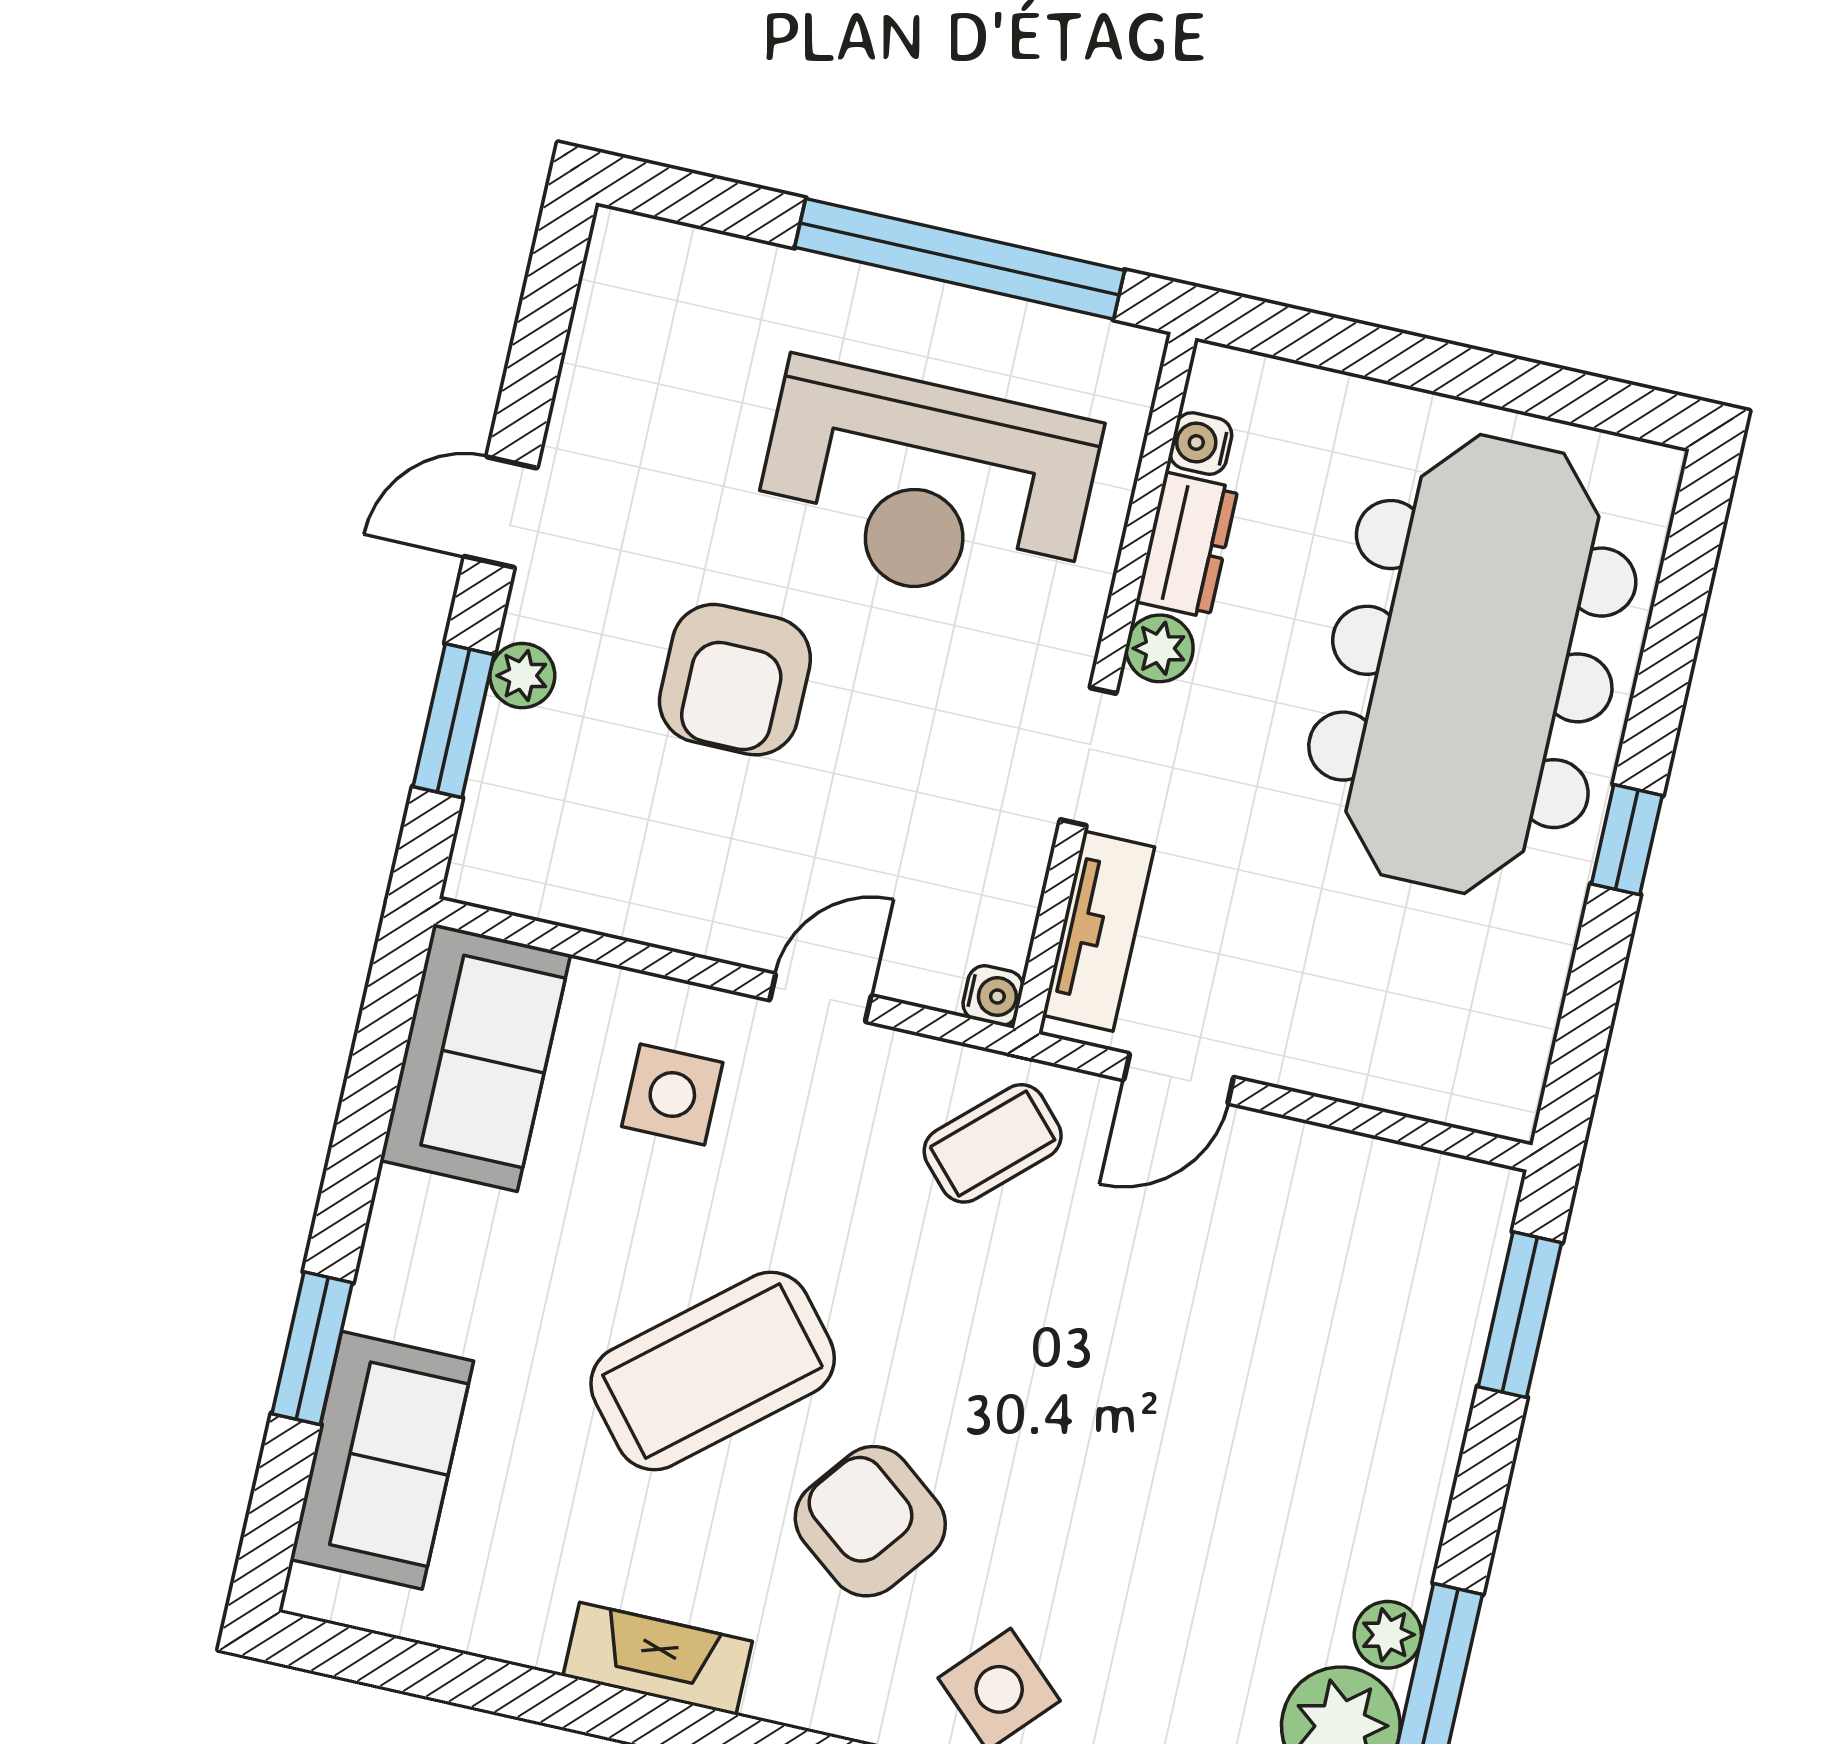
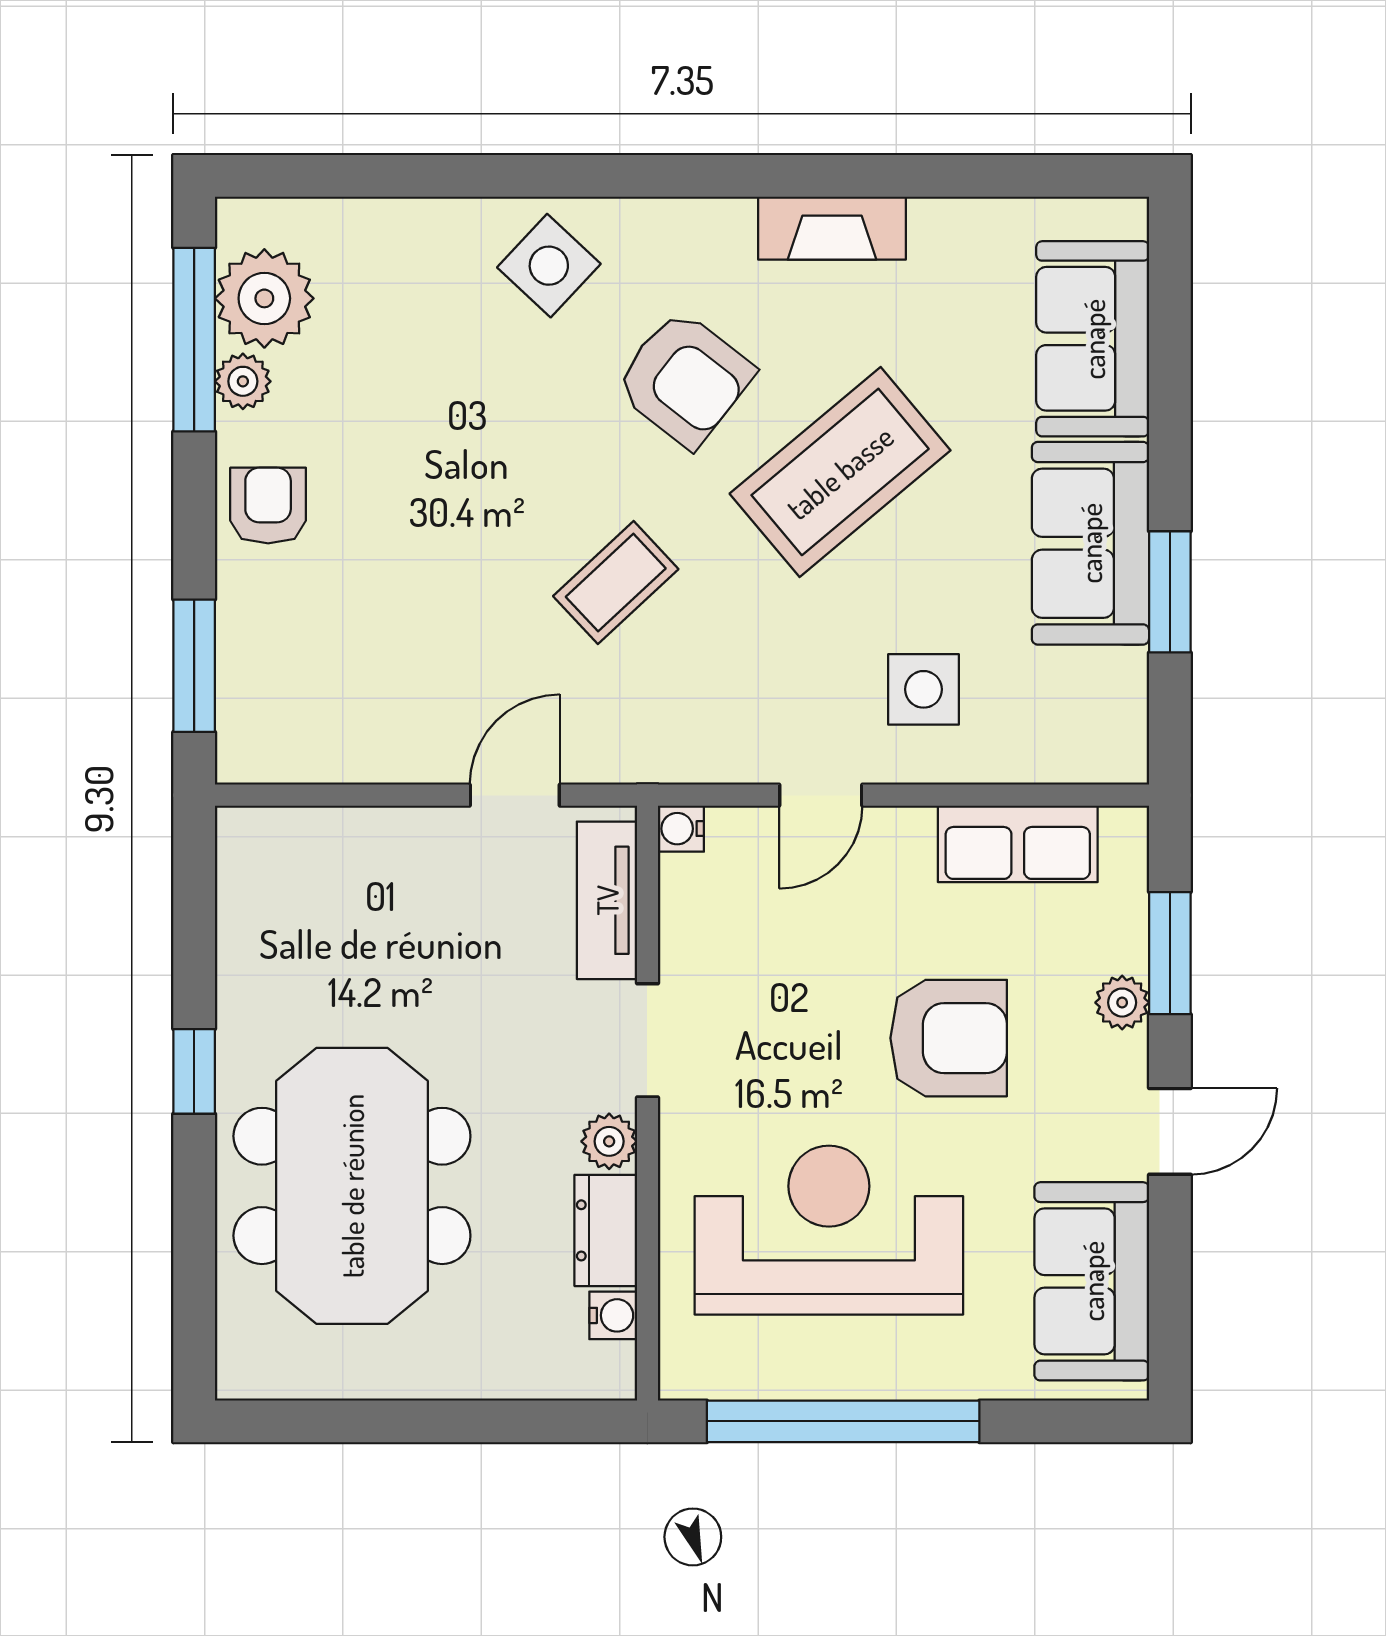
sofa: (632, 357) -> (1092, 1281), added
meeting table: (1472, 664) -> (352, 1186), width x0.73
armchair: (735, 680) -> (949, 1038), turned 90
row of seats: (603, 889) -> (1018, 844), added
sofa: (475, 1057) -> (1090, 543), moved
coffee table: (993, 1143) -> (616, 583), moved
window: (312, 1348) -> (1170, 592), moved
armchair: (1391, 1483) -> (268, 506), added

